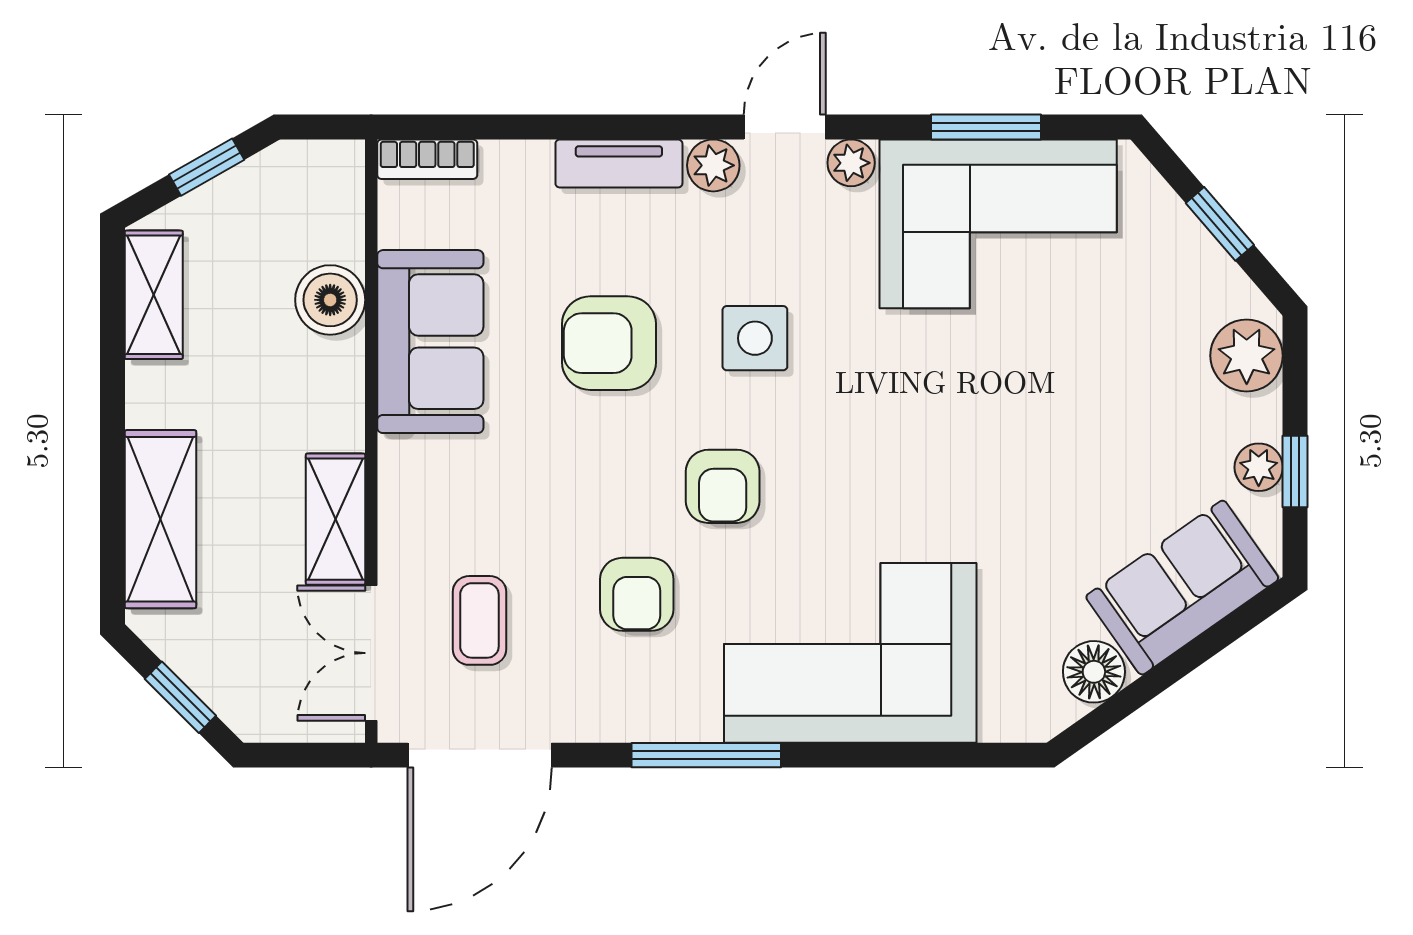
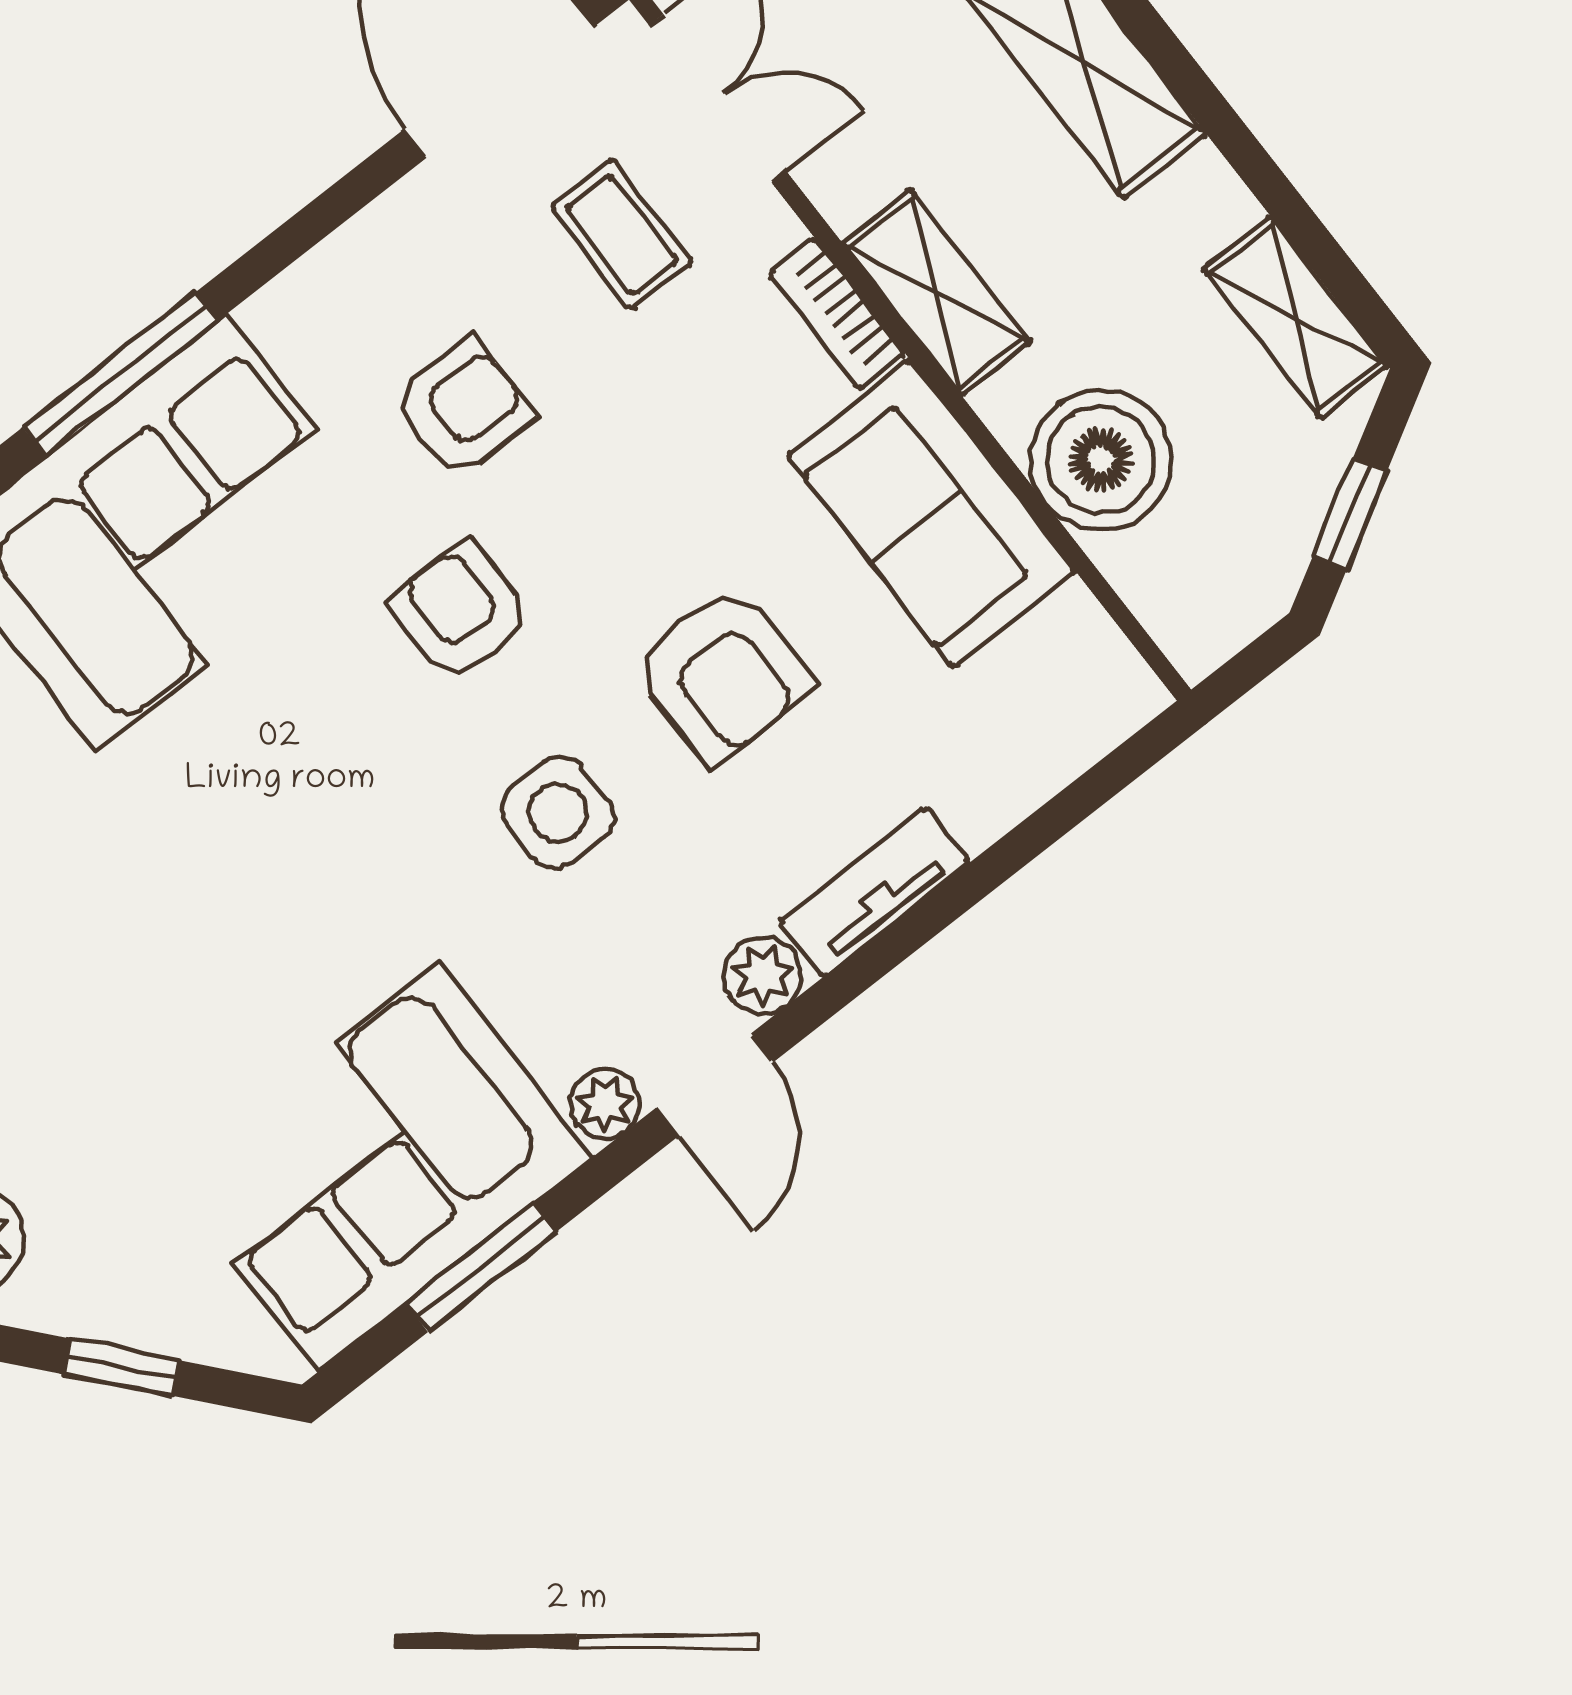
bookcase: (427, 159) -> (837, 314), moved, turned -90
boiler: (330, 300) -> (1101, 460), width x1.37, depth x1.37
armchair: (609, 343) -> (723, 674), turned 90
shelving: (335, 519) -> (936, 293), moved
armchair: (637, 594) -> (462, 408), turned 90
window: (706, 755) -> (121, 374), moved

